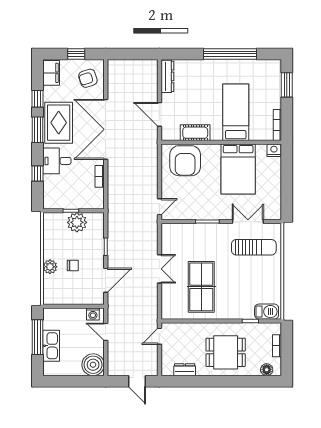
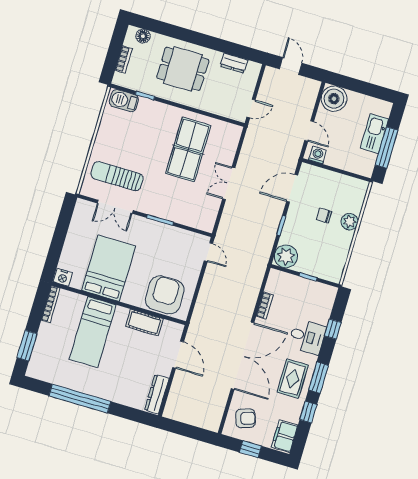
rug: (59, 123) -> (293, 379), width x0.73, depth x0.70
door: (159, 207) -> (208, 252), swing flipped
plant: (77, 222) -> (286, 256), moved

